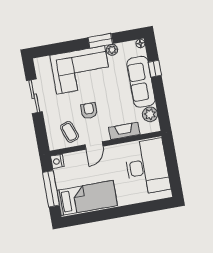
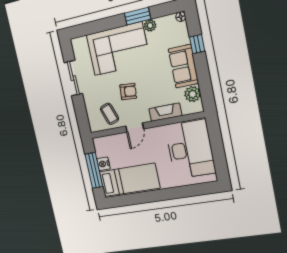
sofa: (141, 82) -> (183, 66), width x0.73
armchair: (89, 111) -> (128, 92), turned 95
nightstand: (57, 161) -> (103, 164), moved

